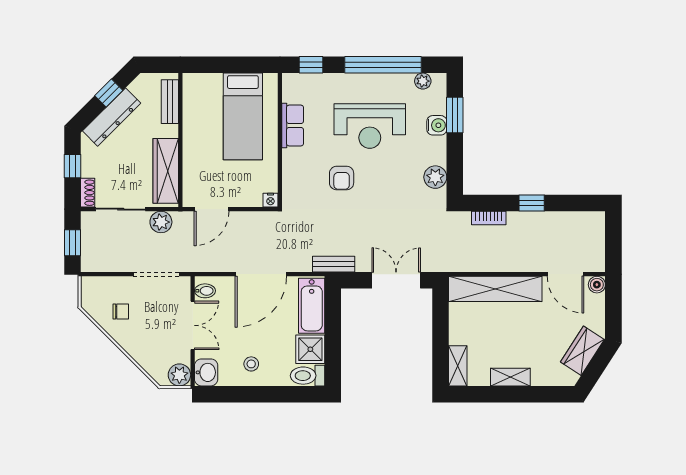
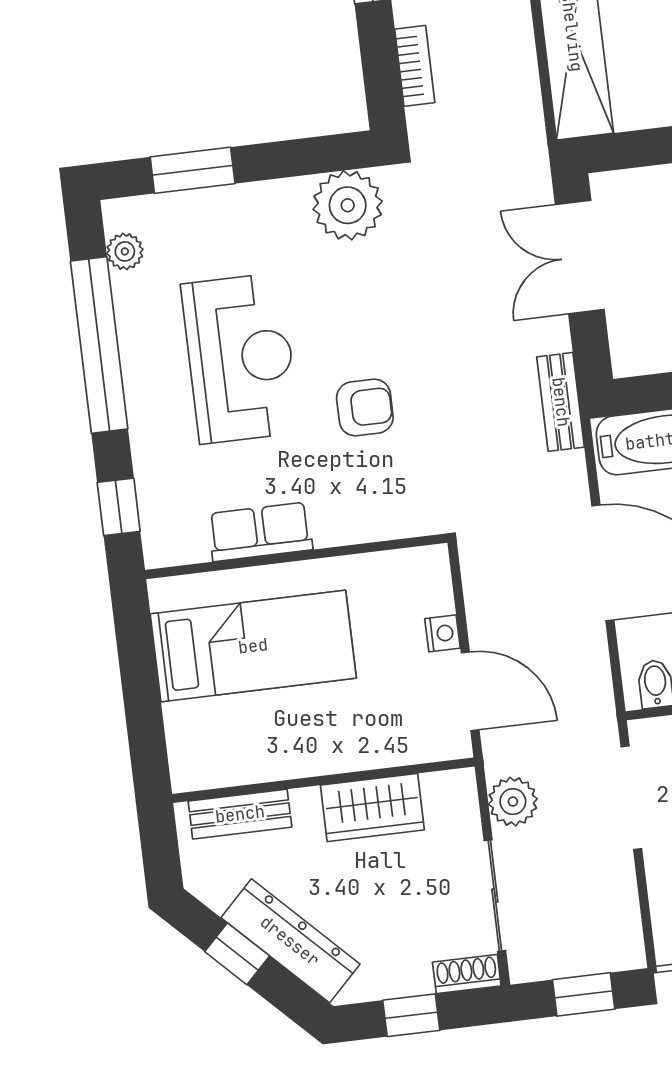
water cooler: (437, 125) -> (220, 208), removed
wardrobe: (166, 171) -> (372, 808), width x0.67
plant: (435, 177) -> (348, 205), width x1.36, depth x1.36
nightstand: (270, 200) -> (443, 633), moved

